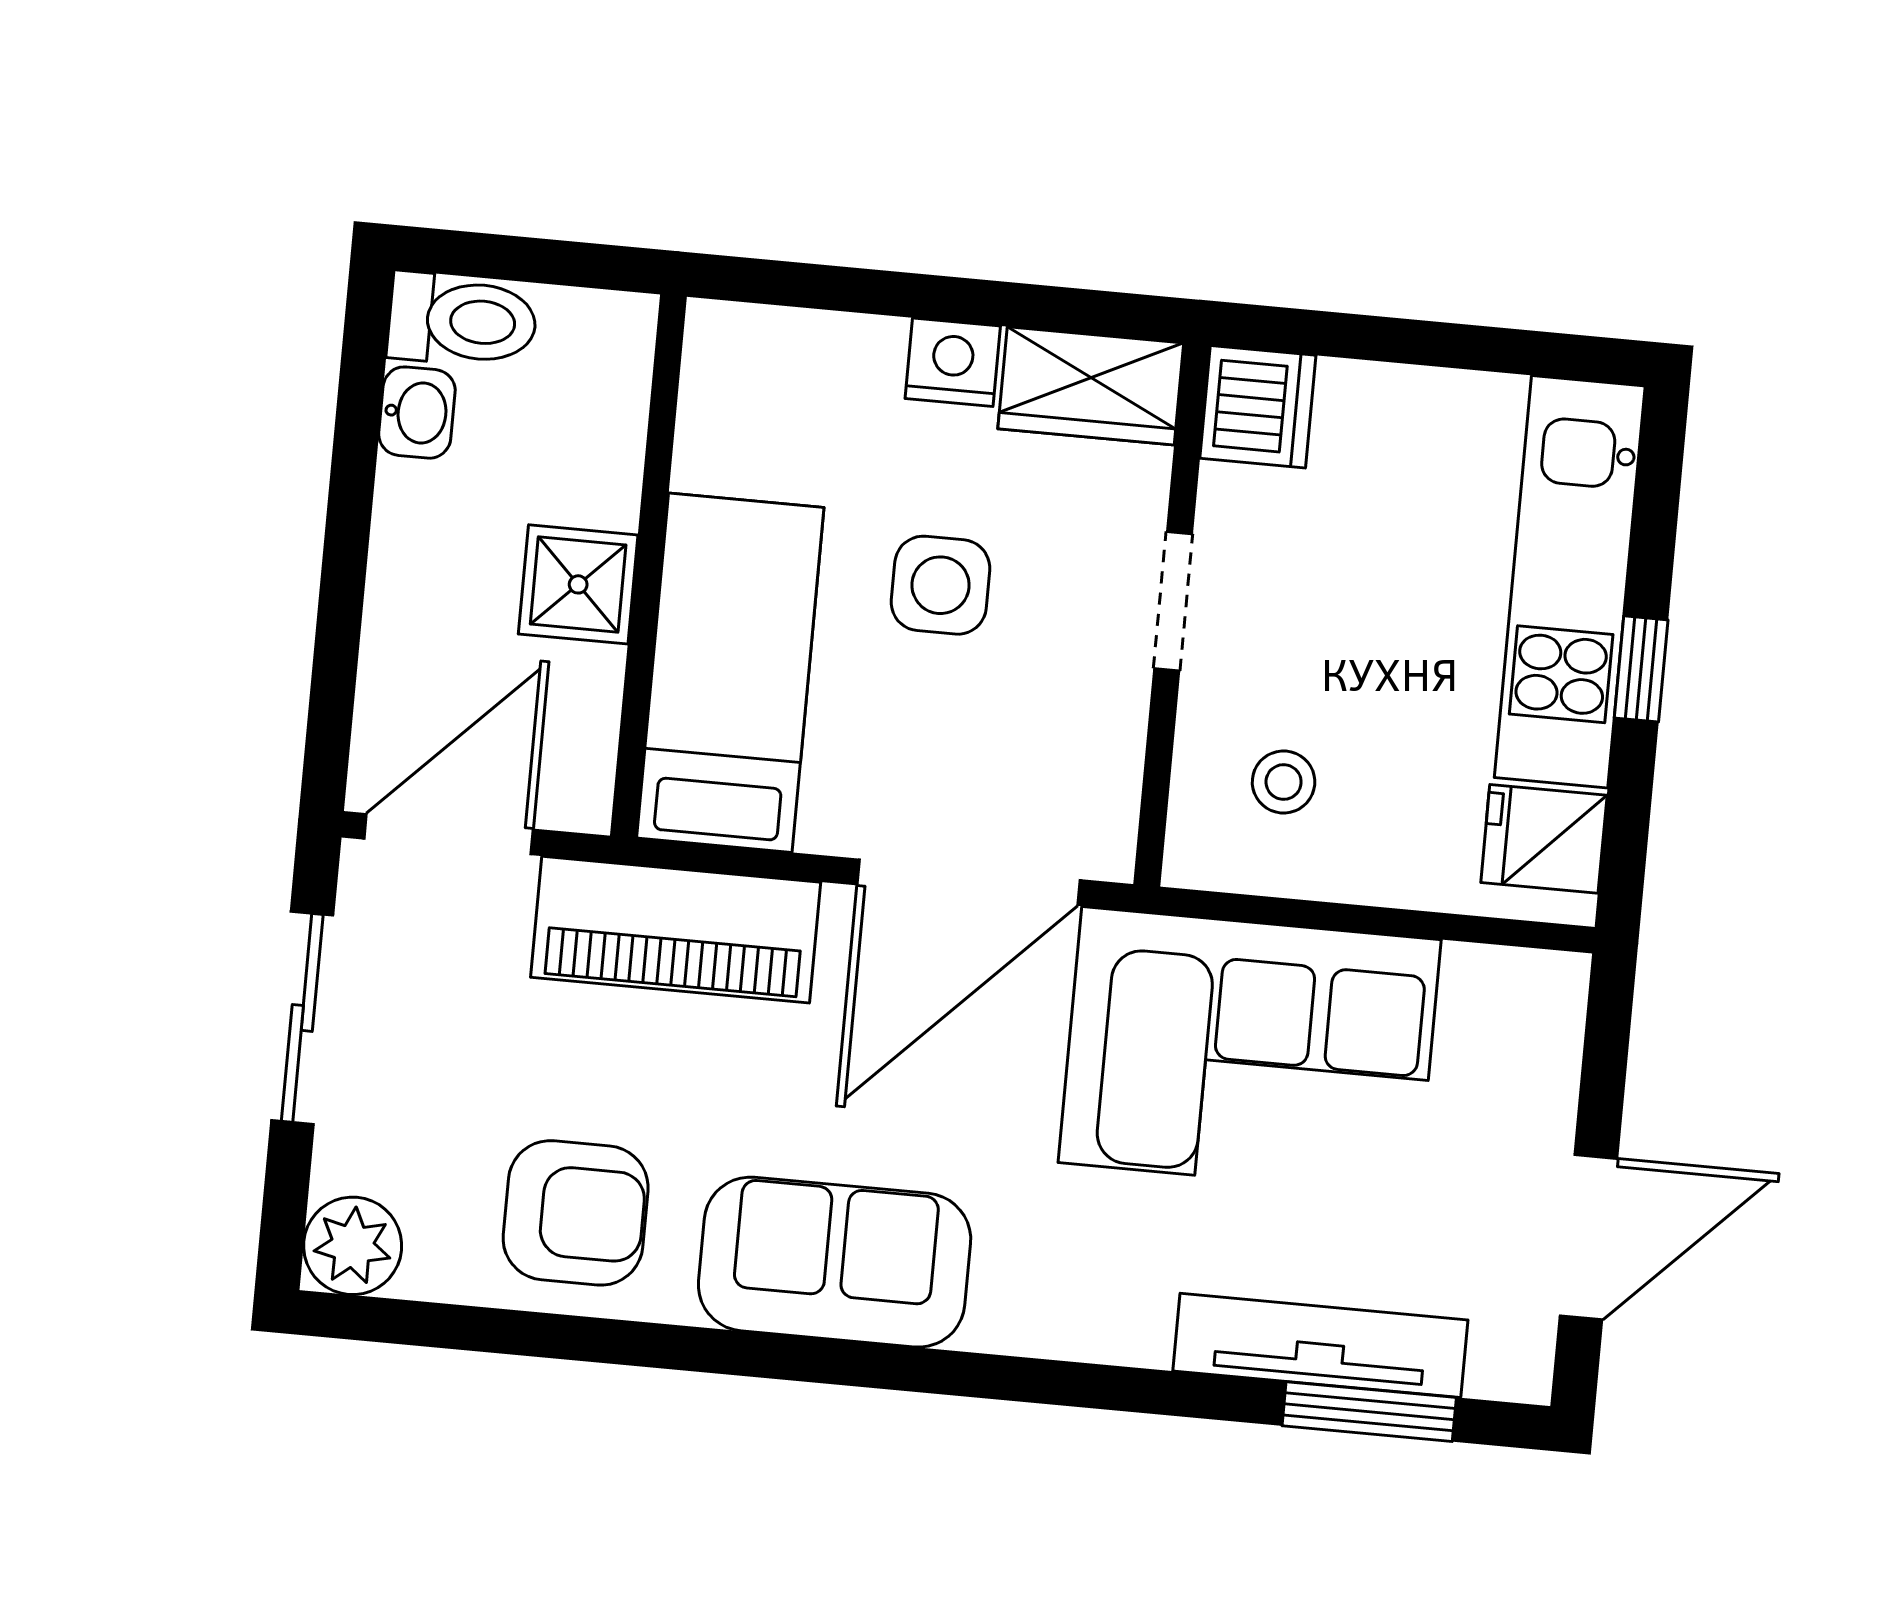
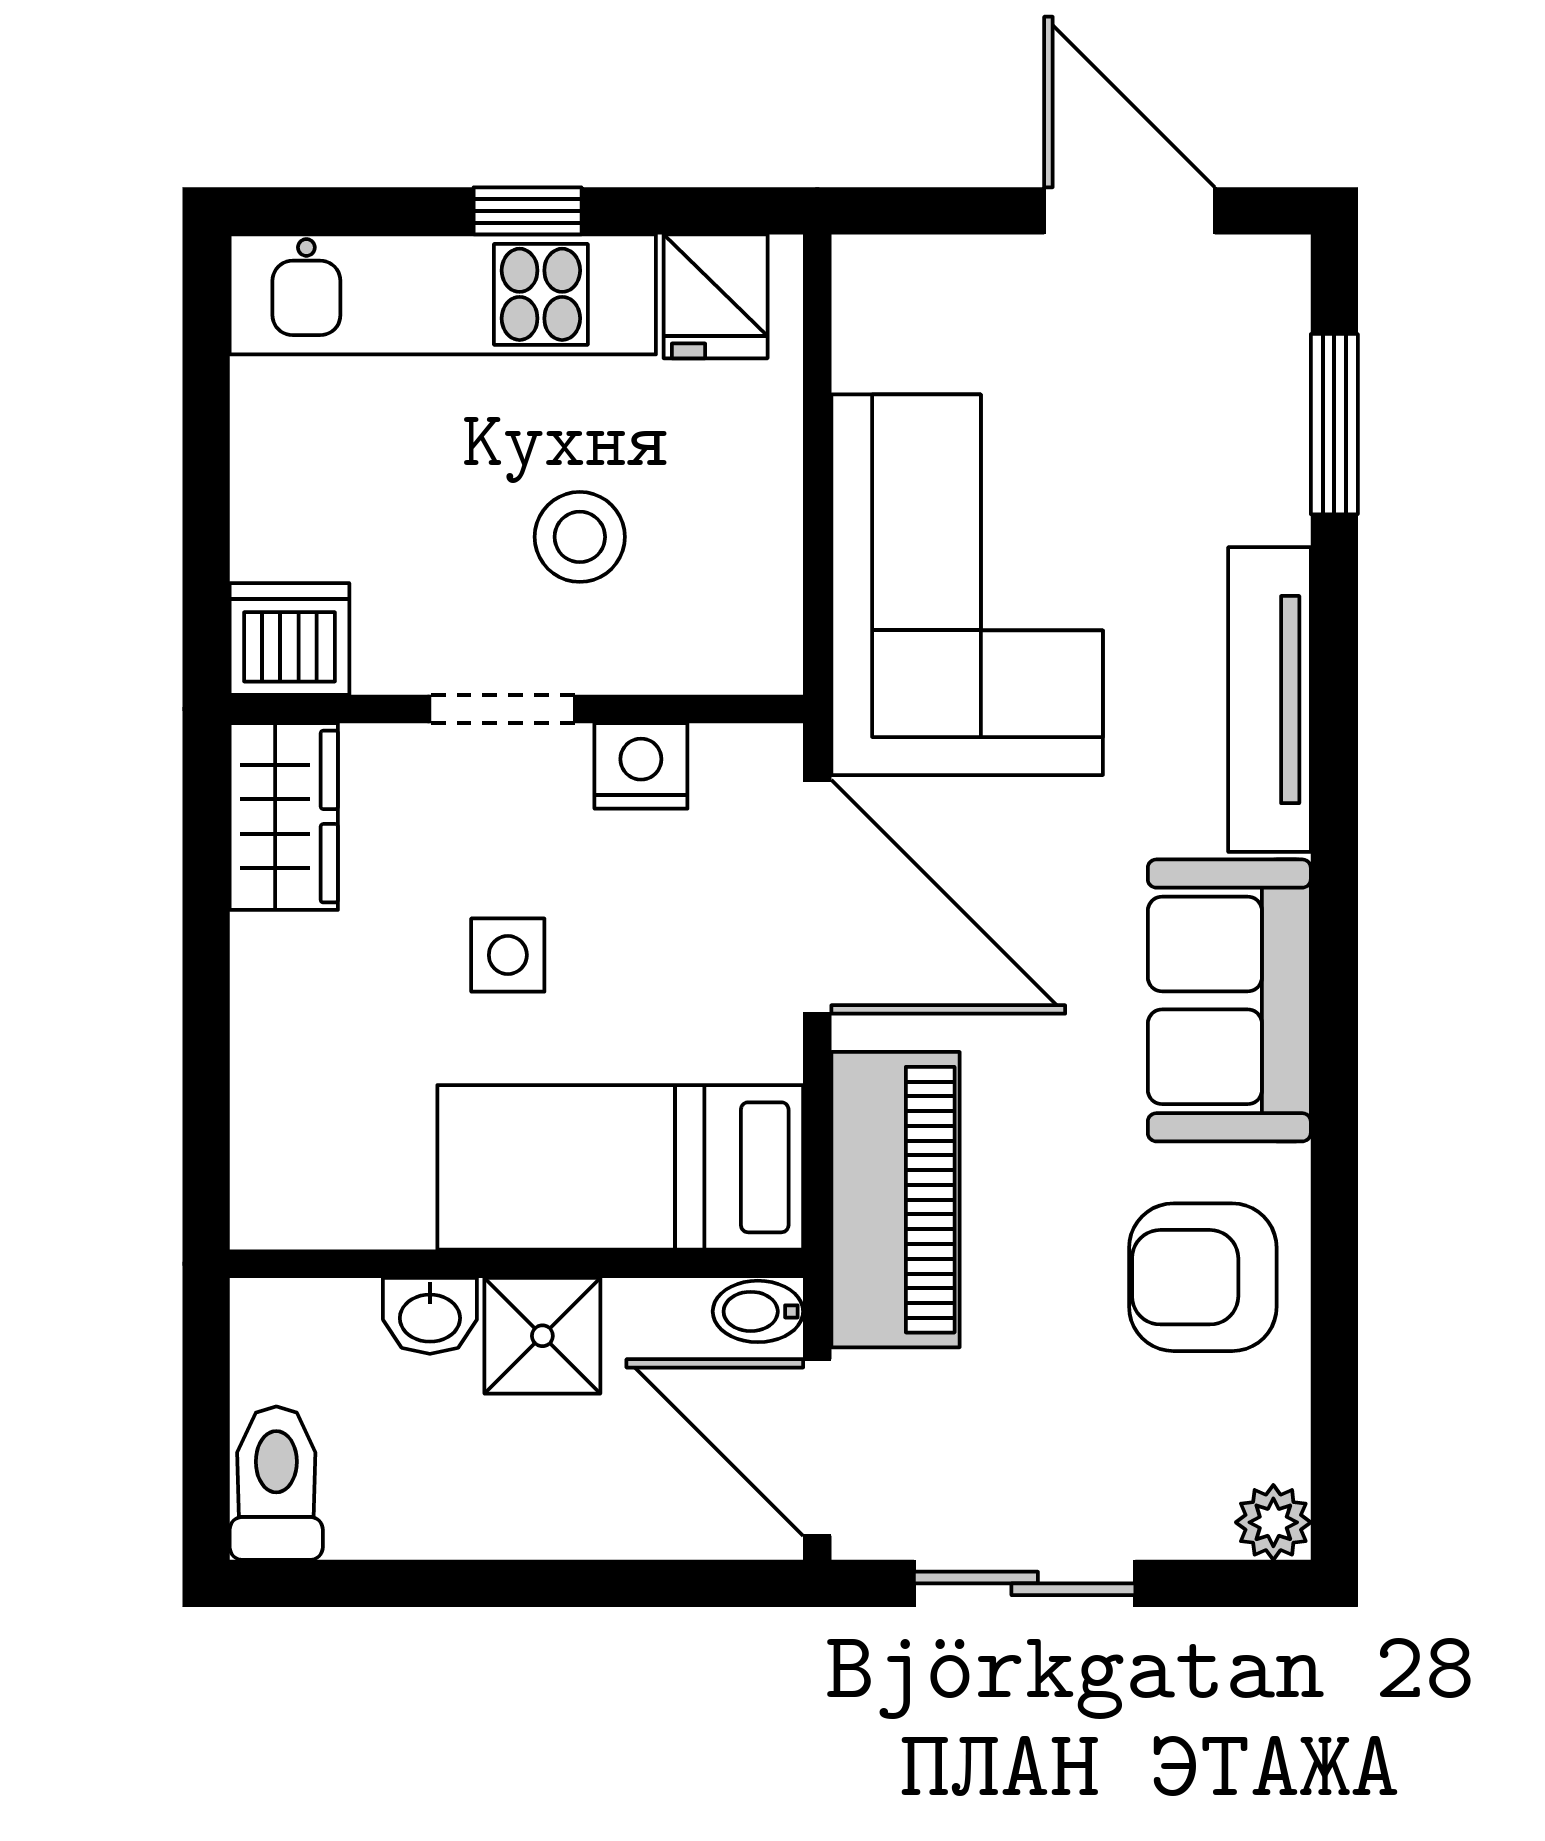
nightstand: (953, 362) -> (641, 766), moved, turned 90
washbasin: (417, 413) -> (430, 1316), moved, turned 180
side table: (941, 585) -> (508, 955), width x0.73, depth x0.73
stool: (1284, 782) -> (580, 537), moved, width x1.37, depth x1.37
bidet: (582, 790) -> (758, 1311), added
armchair: (576, 1213) -> (1203, 1277), turned -90
plant: (353, 1246) -> (1273, 1522), width x0.73, depth x0.73
tv unit: (1320, 1345) -> (1270, 700), moved

